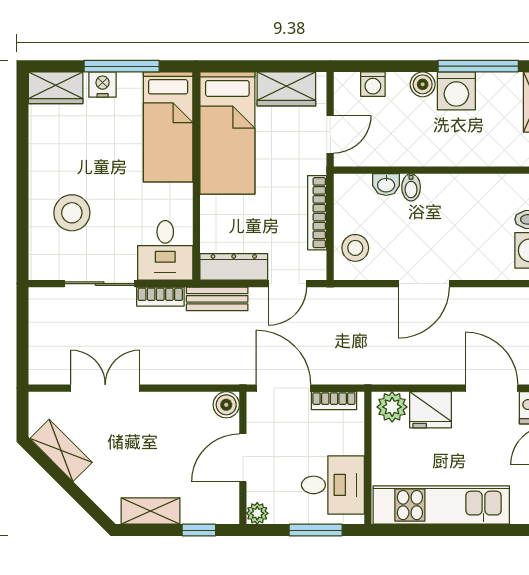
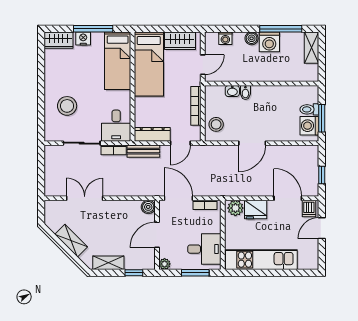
shelving: (61, 450) -> (71, 241), moved

